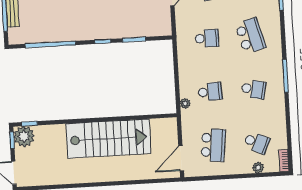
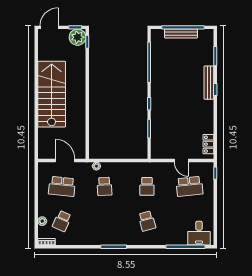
school desk: (250, 36) -> (147, 221), width x0.54
school desk: (254, 89) -> (104, 221), removed
stairs: (108, 139) -> (52, 94), moved, turned 180
door: (181, 158) -> (65, 161), moved

